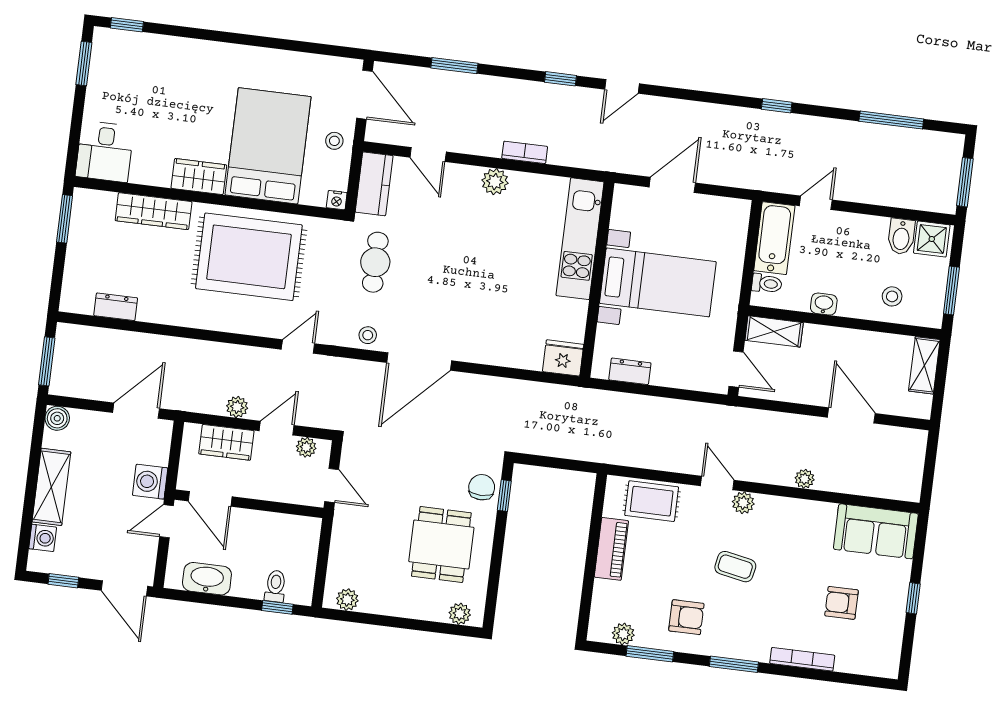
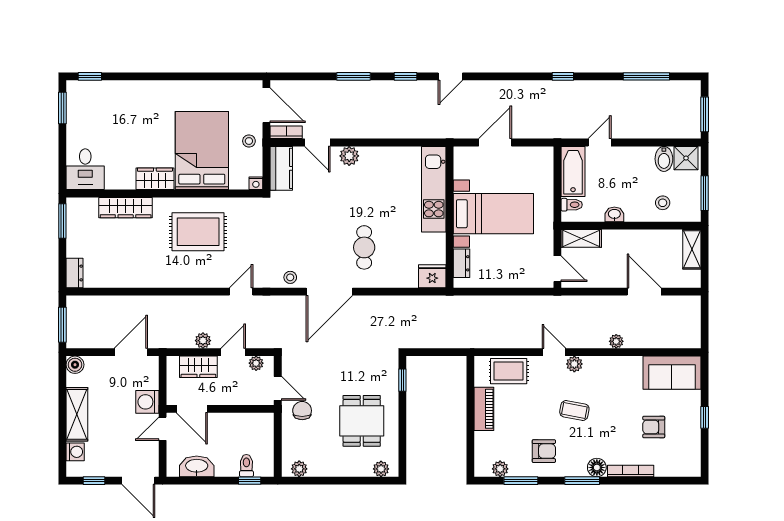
window: (454, 66) -> (354, 76), moved
bookcase: (525, 152) -> (286, 132), moved
plant: (495, 182) -> (349, 156), moved
rug: (249, 257) -> (198, 232), width x0.73, depth x0.69
cafe table: (375, 262) -> (364, 247), moved
dresser: (116, 307) -> (75, 273), moved, turned 90
dresser: (630, 371) -> (462, 263), moved, turned 90
chair: (482, 487) -> (302, 411), moved
floor lamp: (756, 649) -> (597, 467), added

